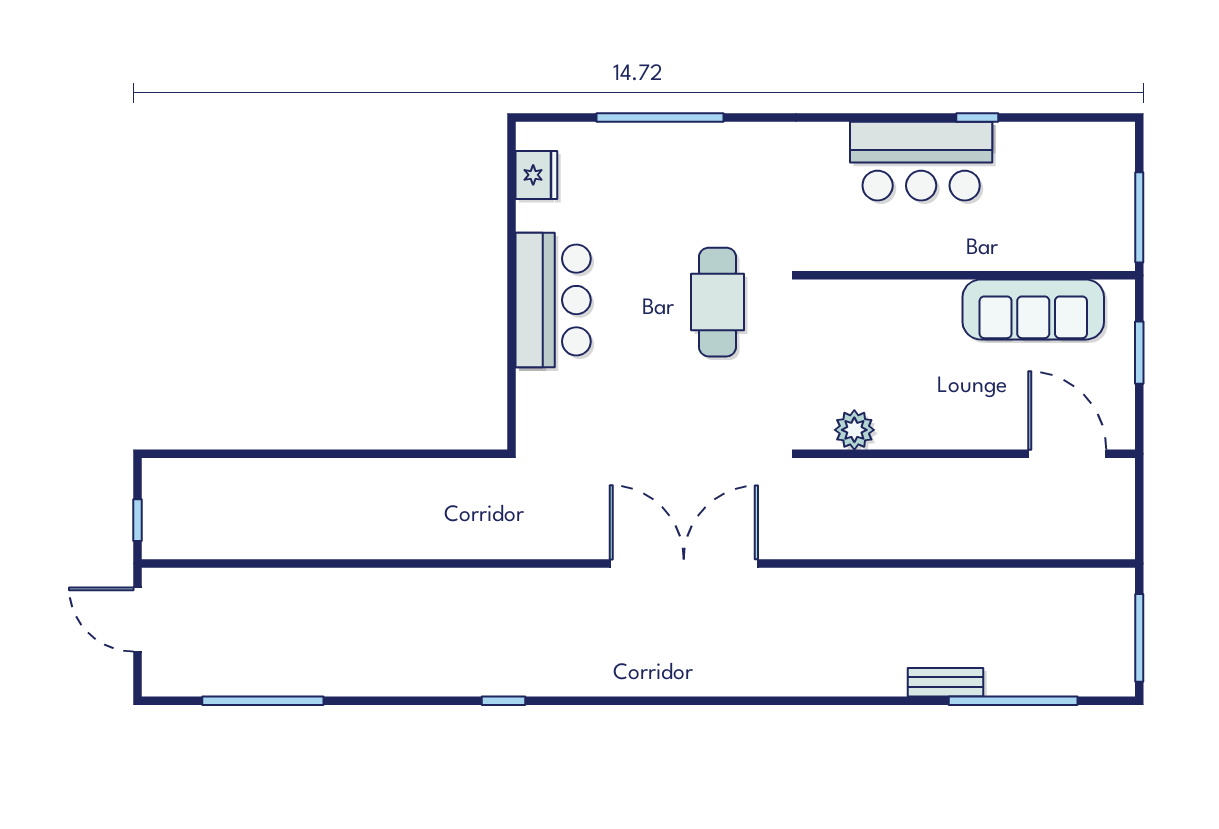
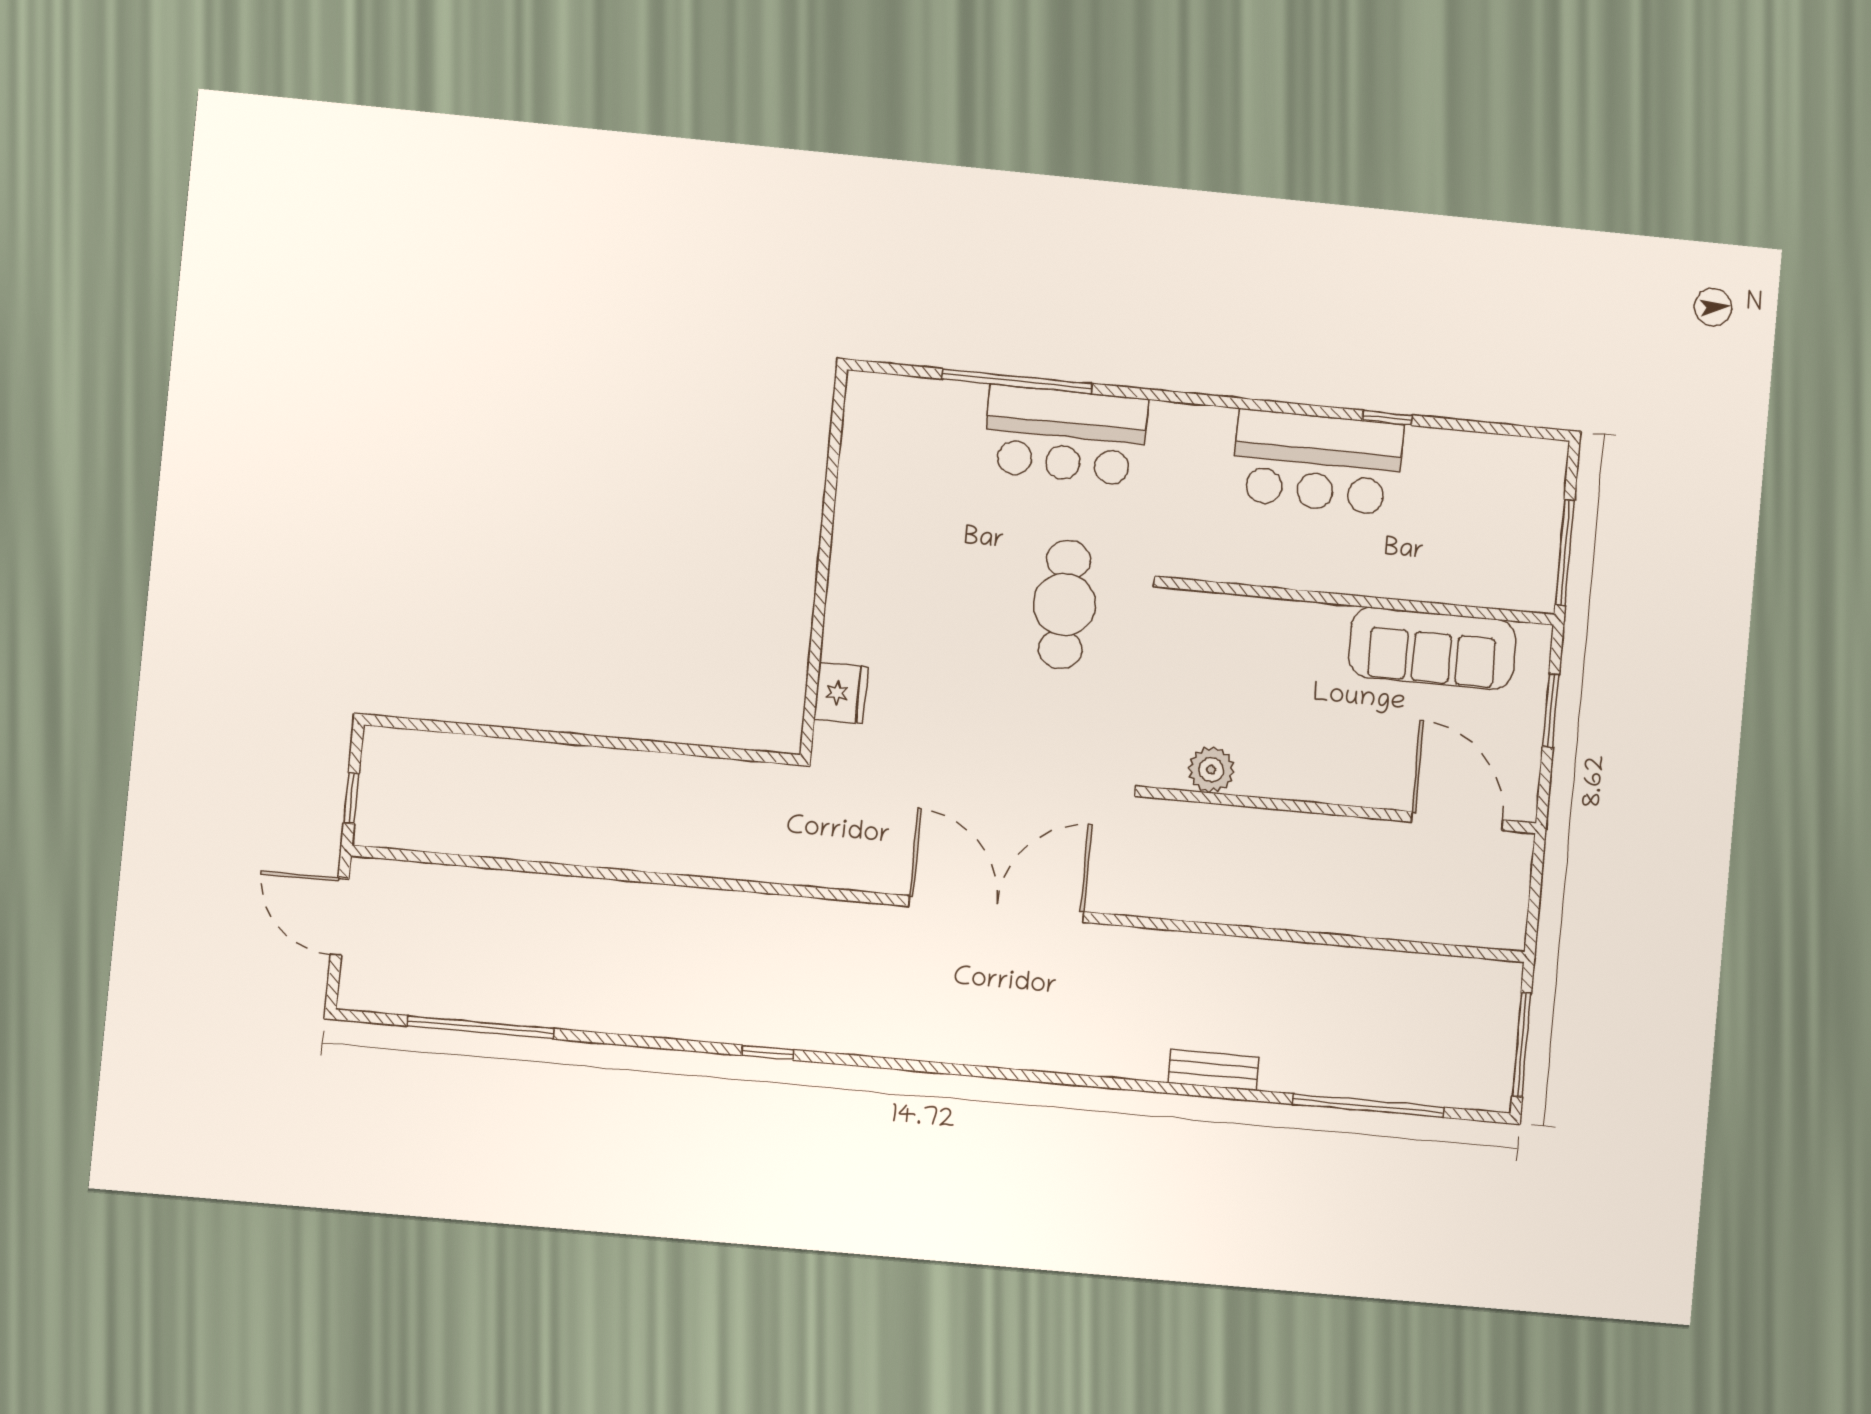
fridge: (536, 175) -> (841, 693), moved
bar counter: (553, 300) -> (1065, 435), moved, turned 90
bench: (946, 682) -> (1214, 1070), moved

